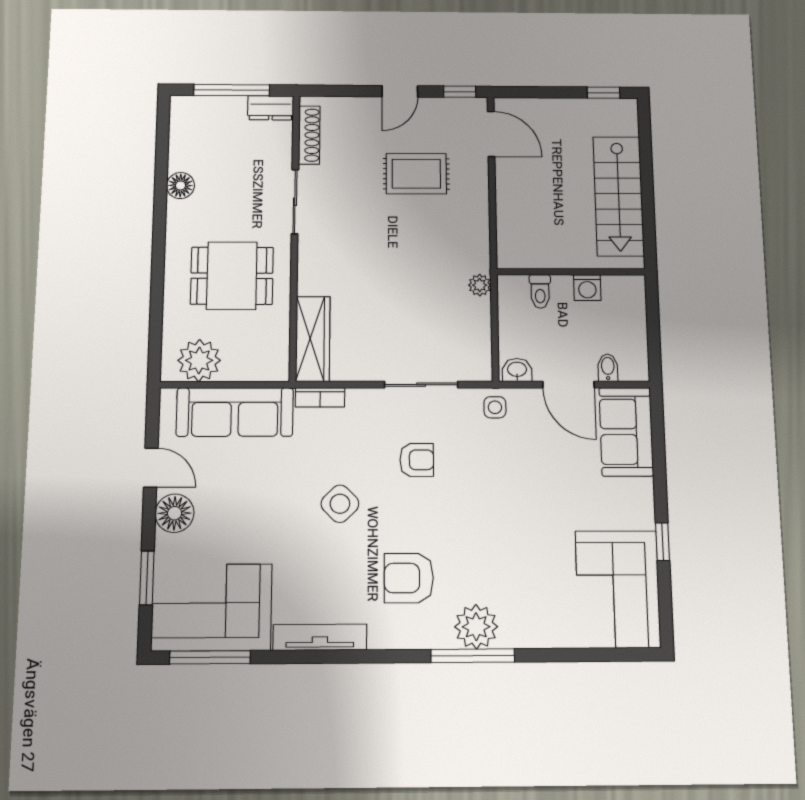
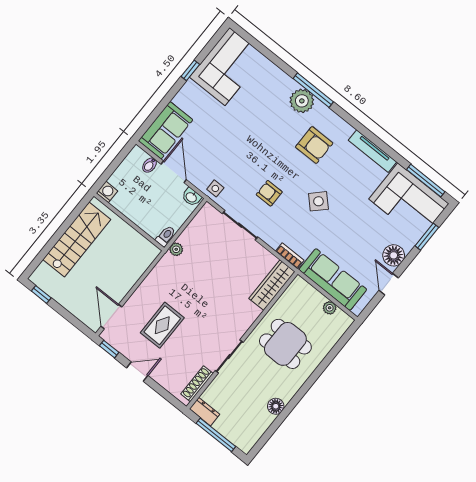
rug: (416, 174) -> (162, 325), turned 90
washing machine: (587, 288) -> (107, 192), moved
toilet: (540, 291) -> (166, 236), moved
plant: (199, 360) -> (330, 308), width x0.53, depth x0.53

